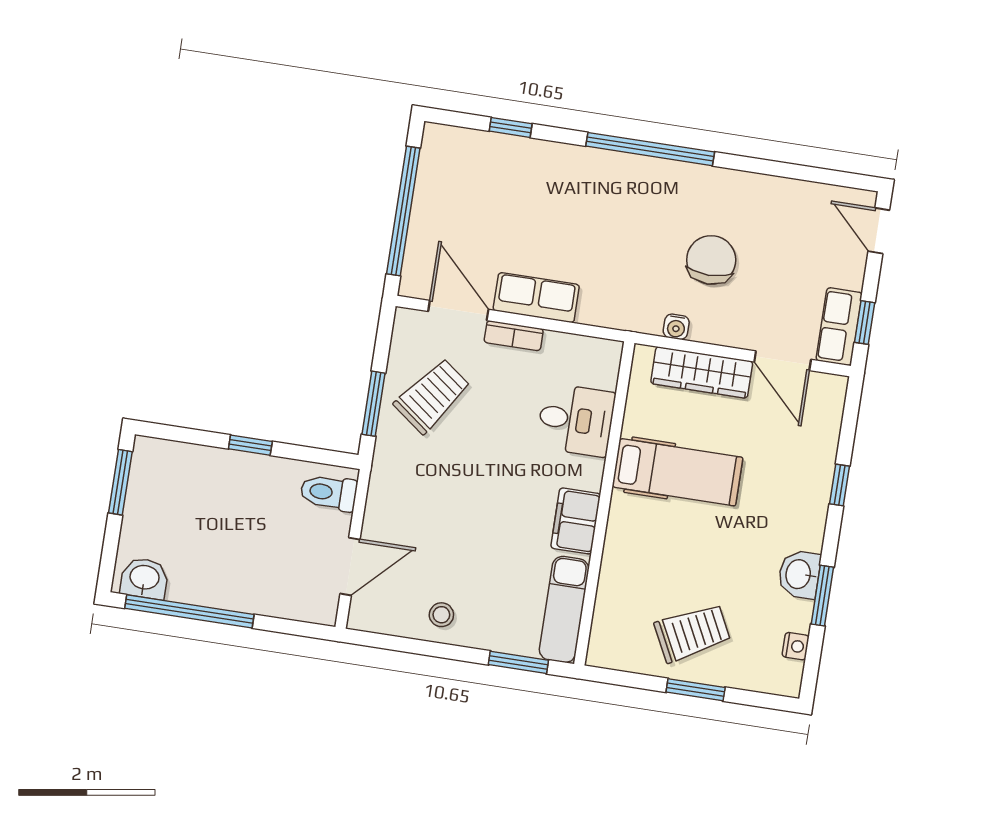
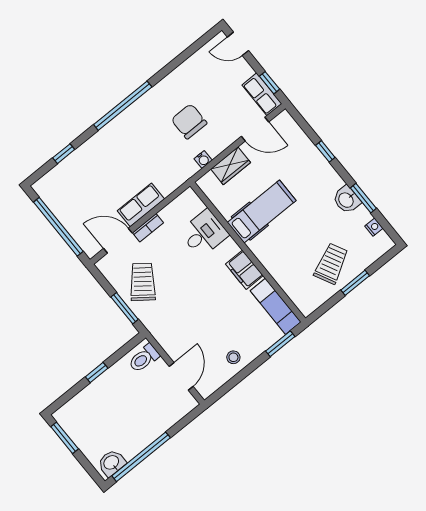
wardrobe: (702, 372) -> (231, 166), width x0.67

